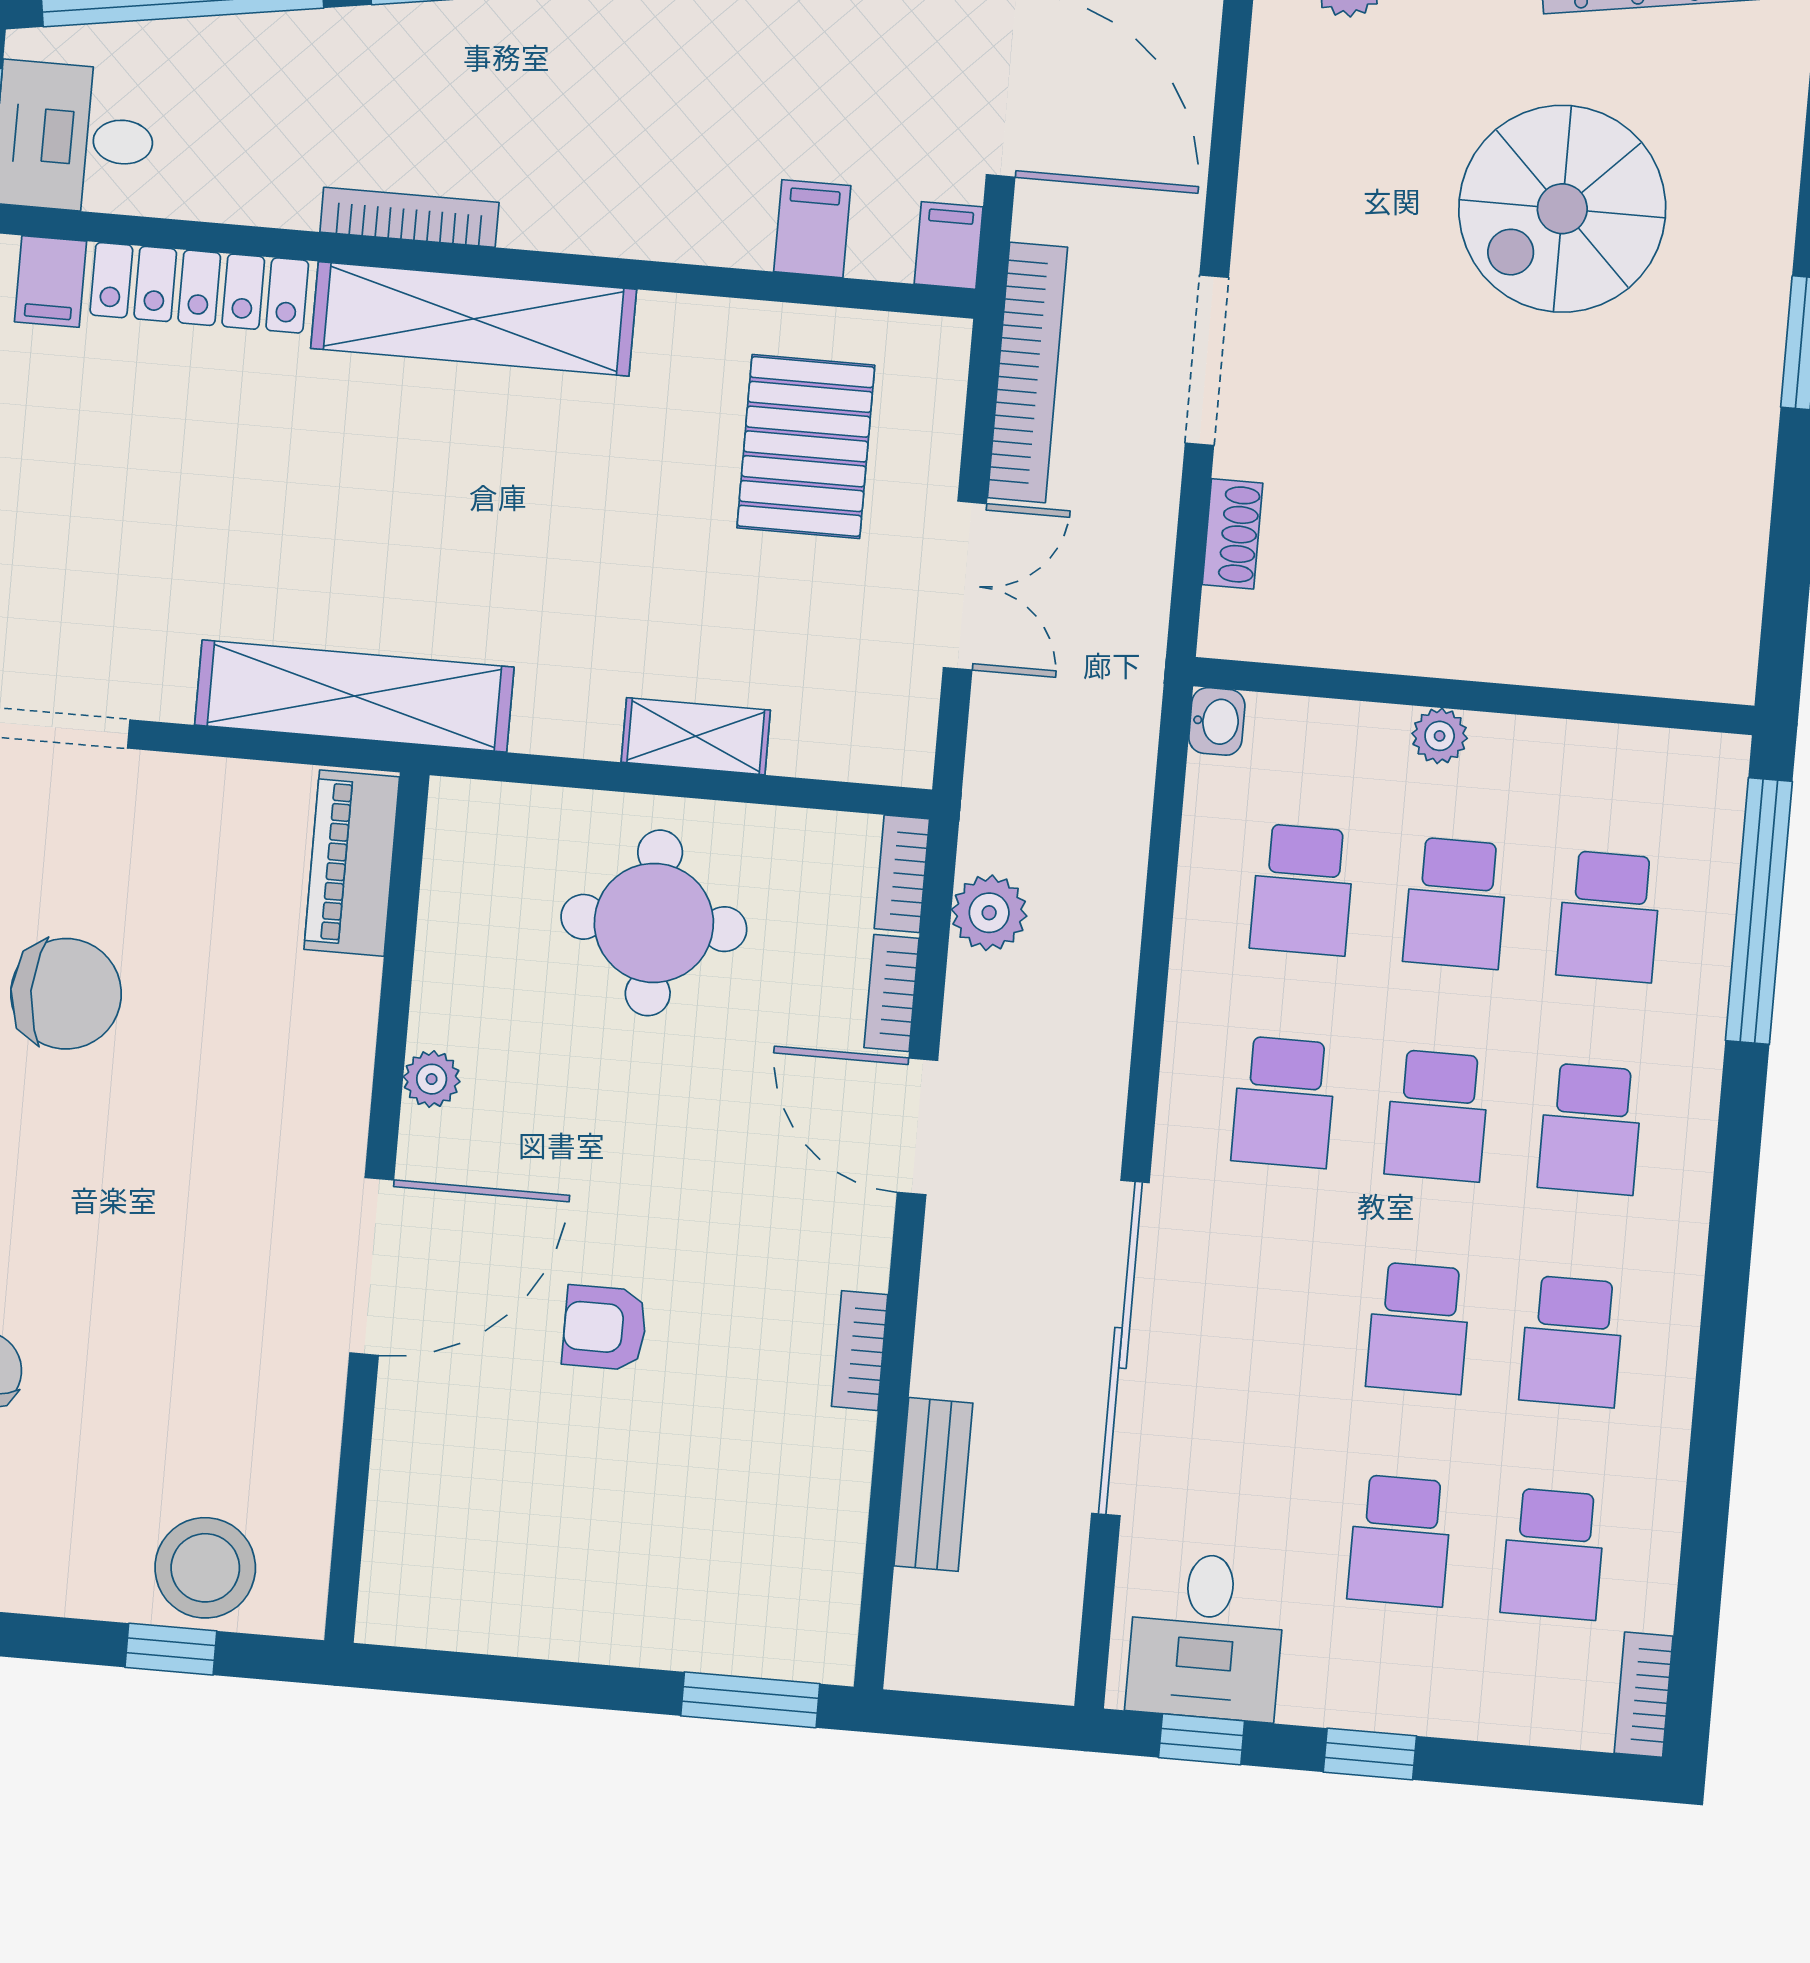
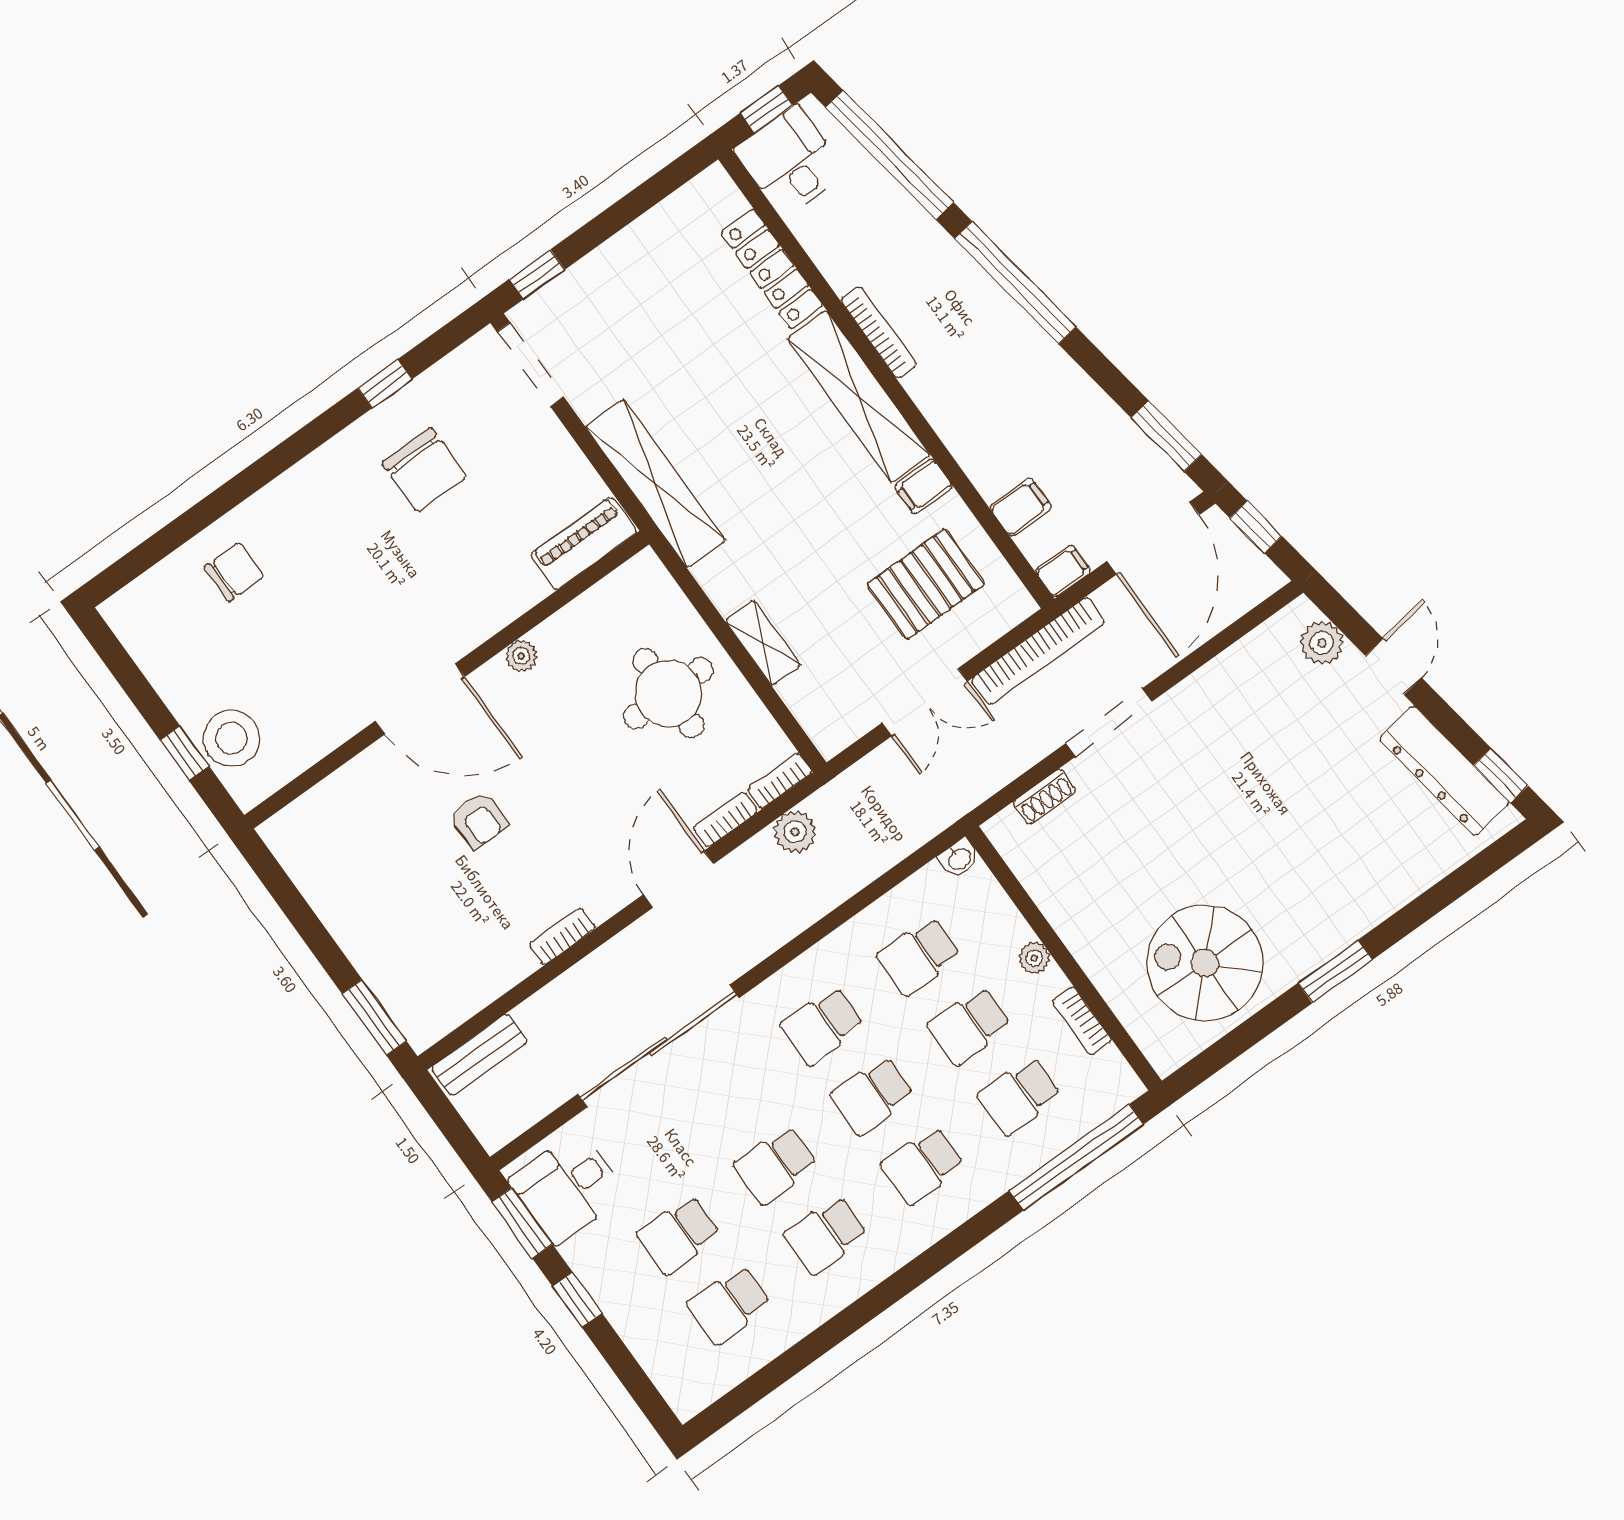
spiral stairs: (1562, 209) -> (1205, 963), moved
filing cabinet: (51, 282) -> (924, 486), moved
armchair: (605, 1328) -> (479, 820), turned 180
bench: (933, 1484) -> (479, 1055), moved
bookcase: (1644, 1695) -> (1082, 1021), moved, turned -90
window: (1202, 1739) -> (522, 1223), width x1.50

